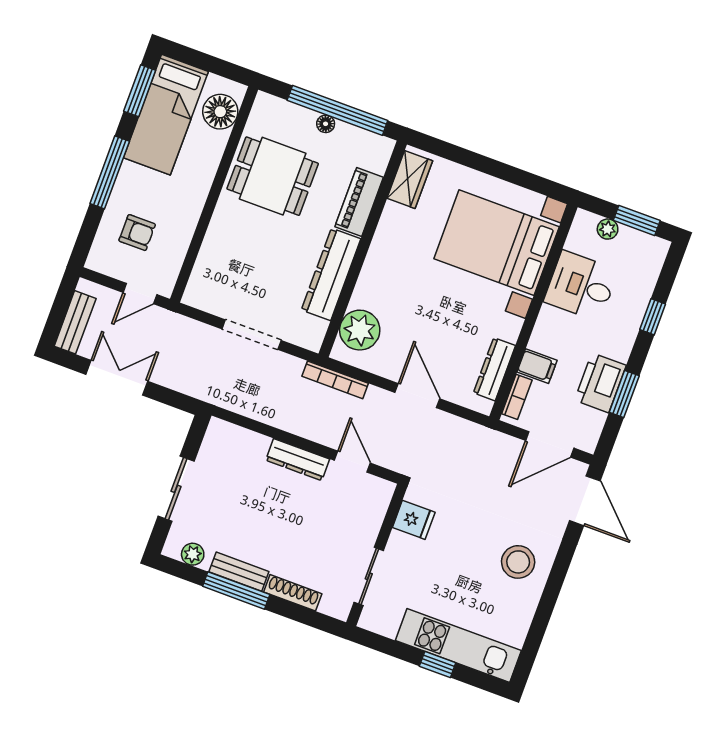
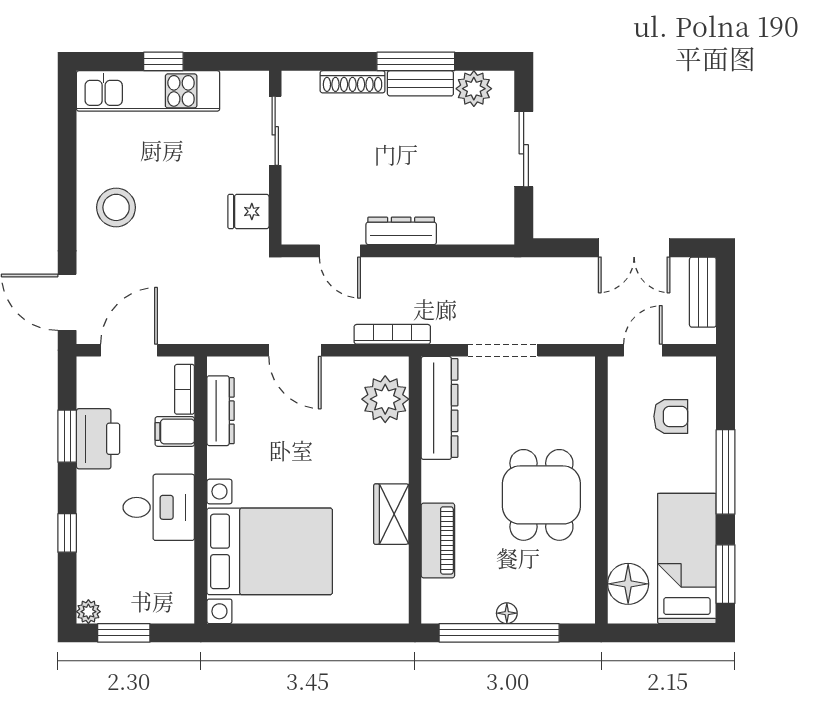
dining table: (273, 176) -> (541, 495), moved, turned 90
wardrobe: (410, 179) -> (391, 514), moved
plant: (608, 229) -> (88, 612), moved
armchair: (137, 233) -> (671, 416), turned 180
dresser: (331, 274) -> (440, 408), moved
desk: (581, 286) -> (159, 507), moved
plant: (193, 554) -> (474, 89), width x1.38, depth x1.38

